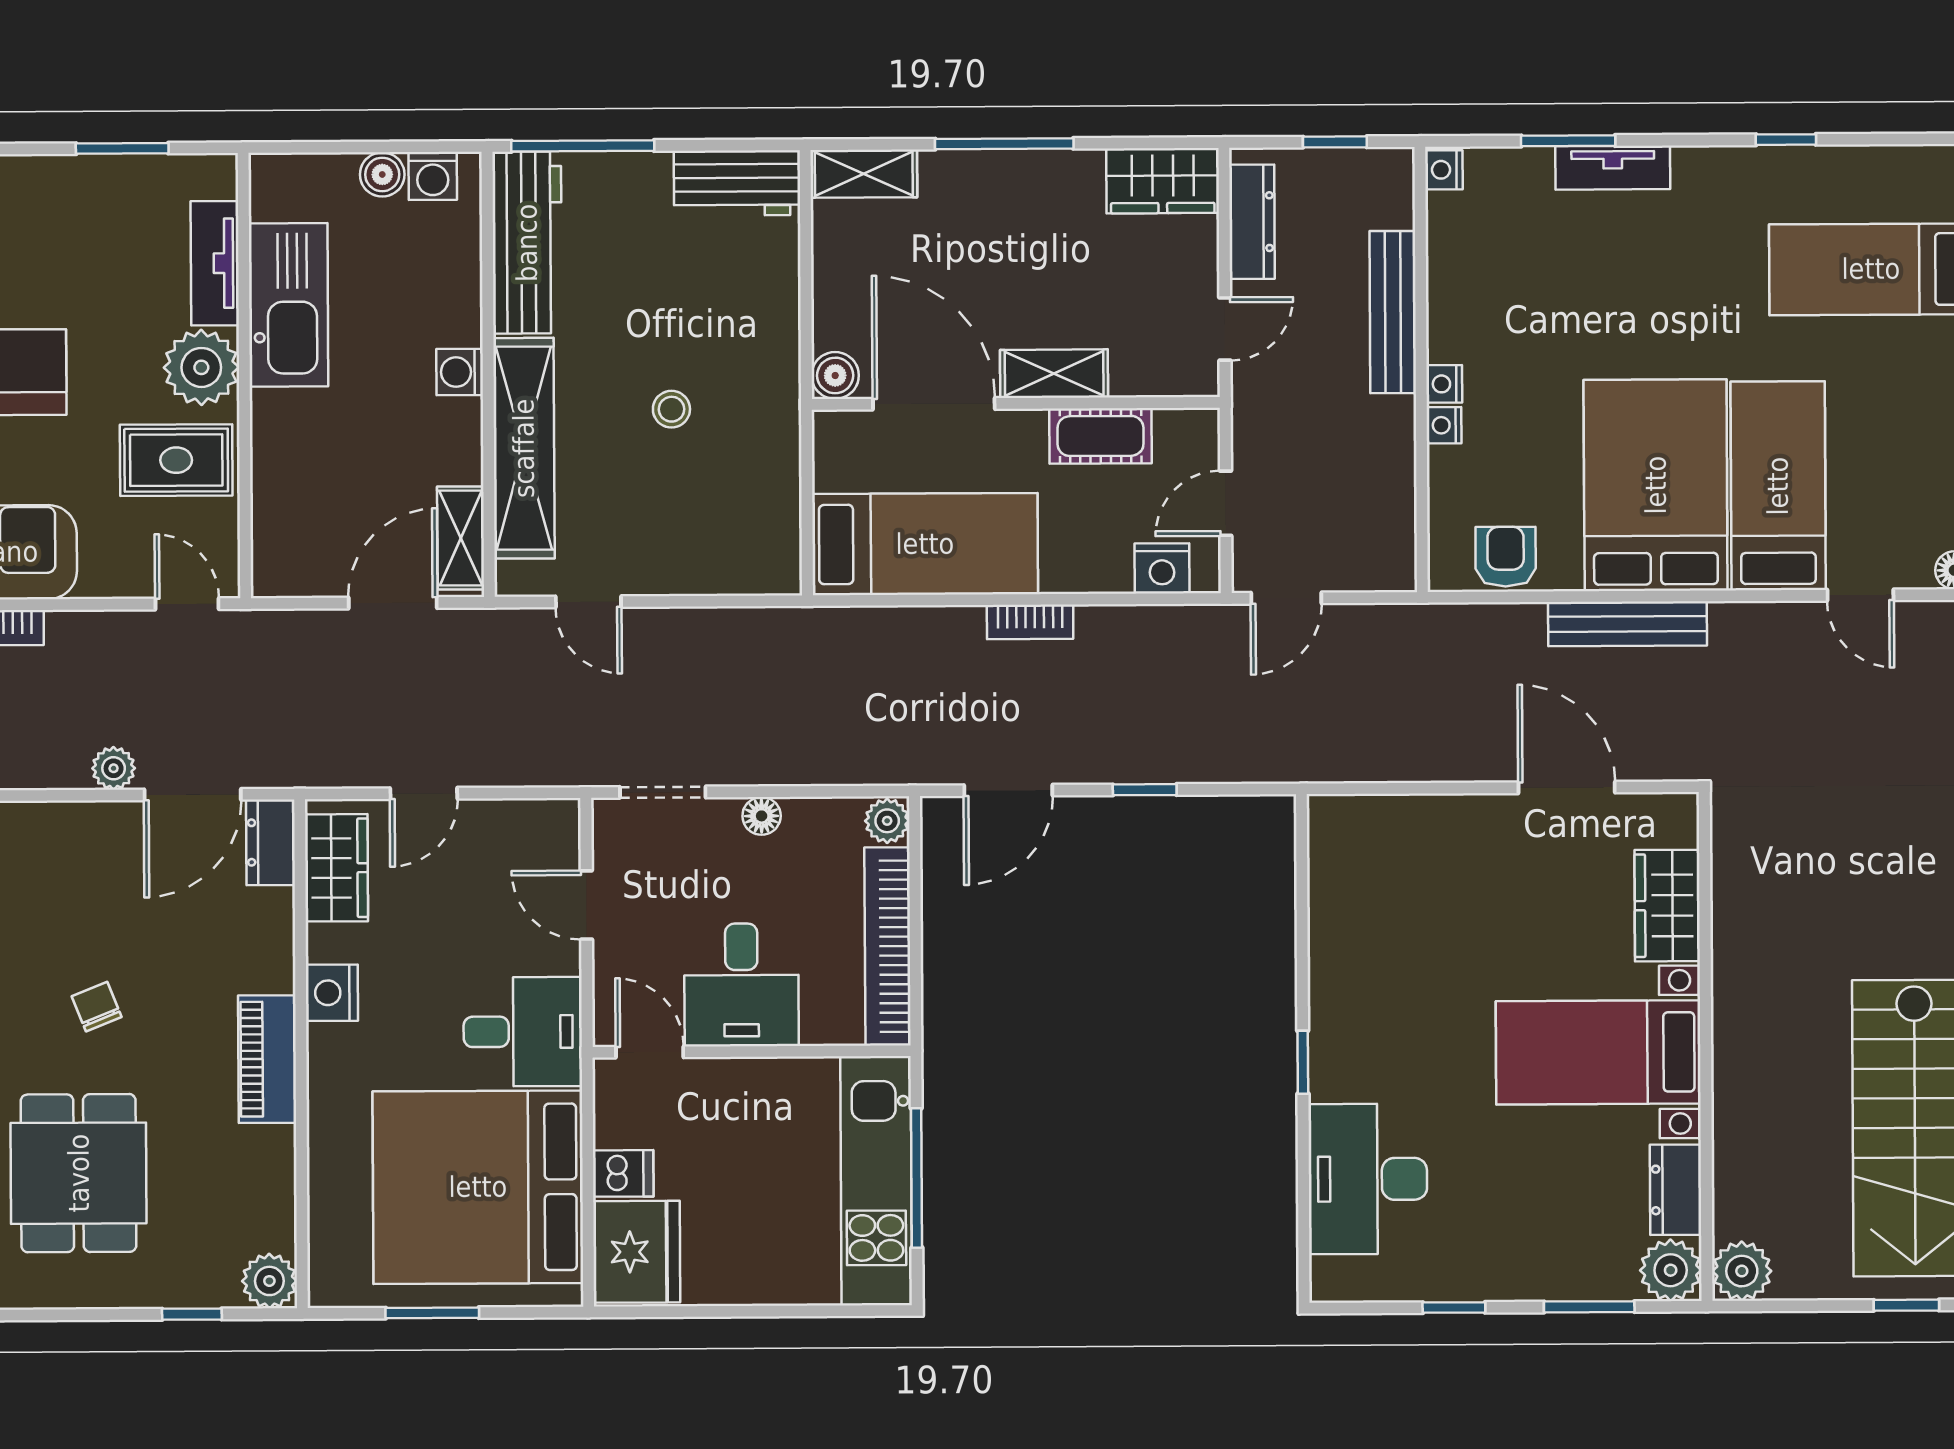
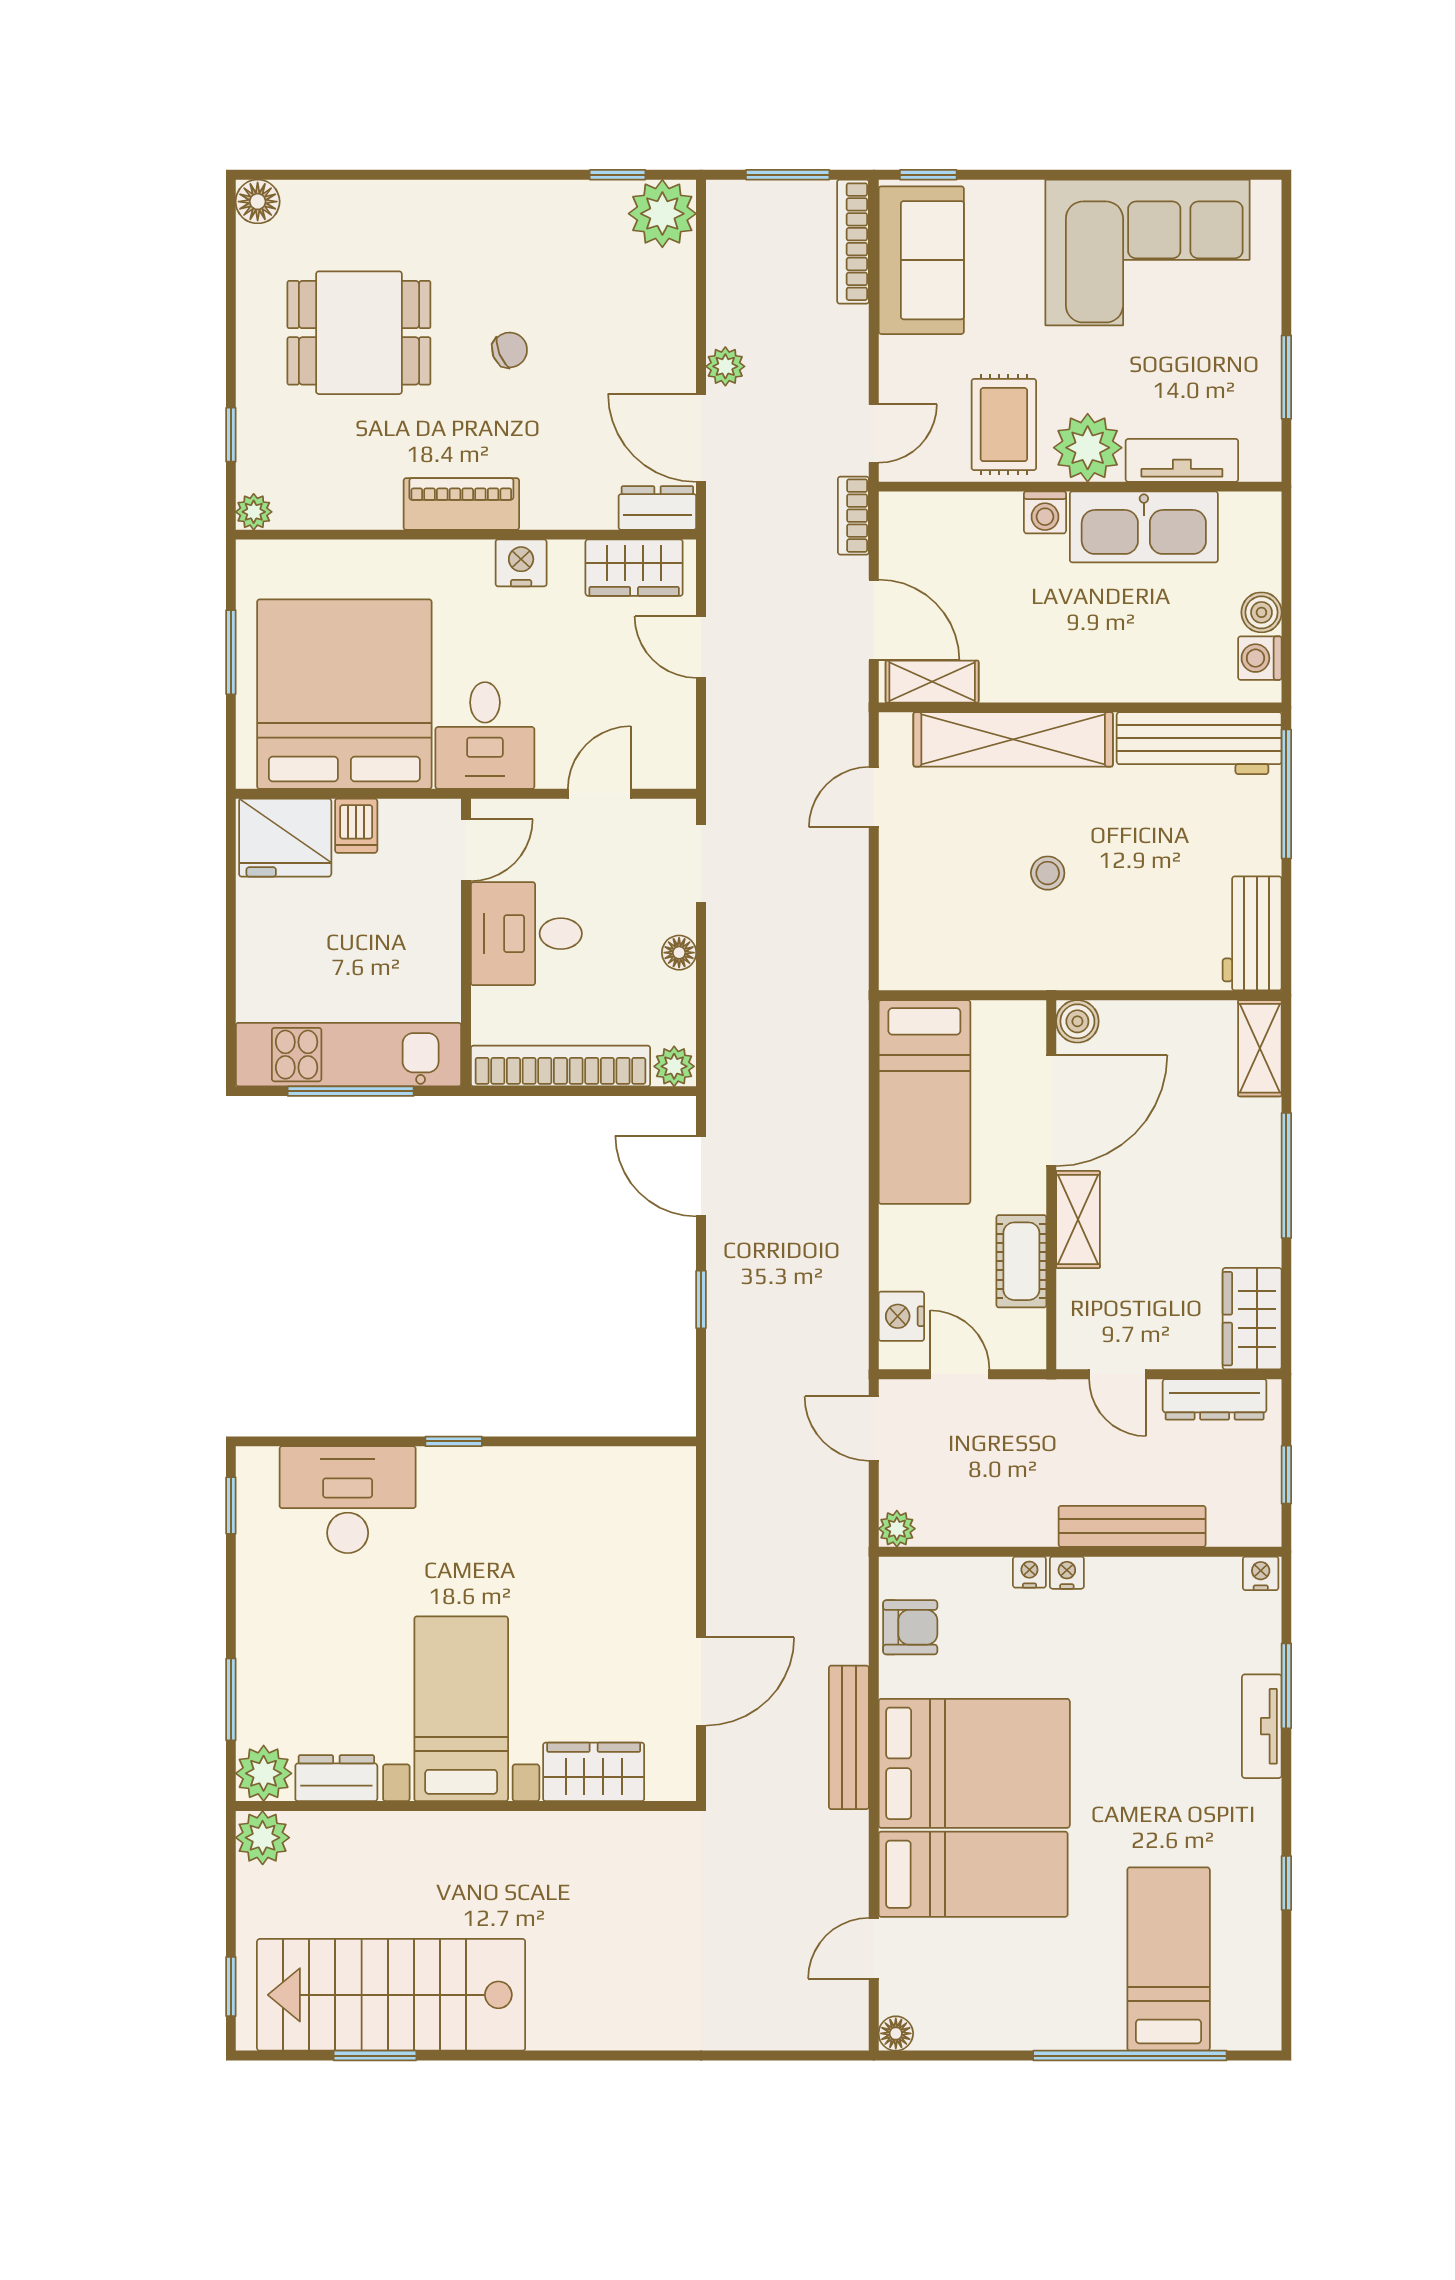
washing machine: (460, 372) -> (1045, 512), moved, turned 180
plant: (1397, 572) -> (897, 1529), added
bookcase: (1030, 622) -> (853, 516), moved
plant: (269, 1281) -> (254, 512), width x0.73, depth x0.73
window: (1454, 1308) -> (231, 1506), moved

